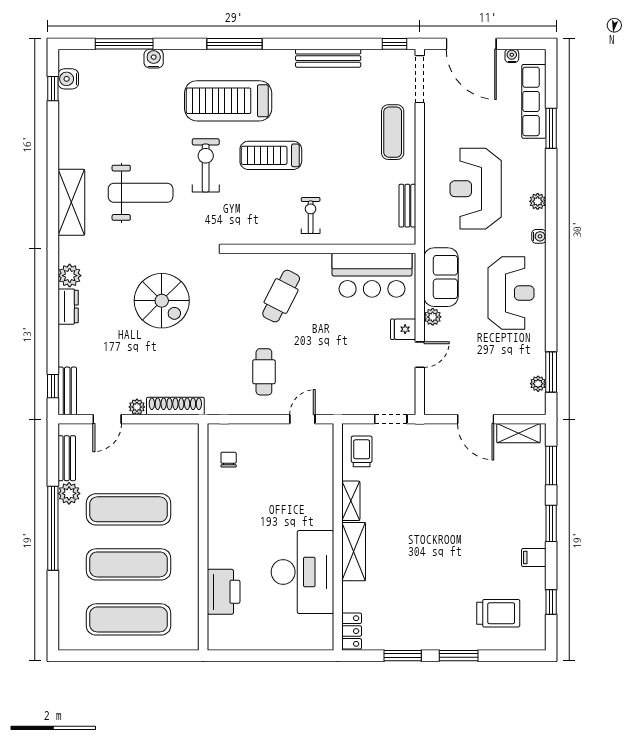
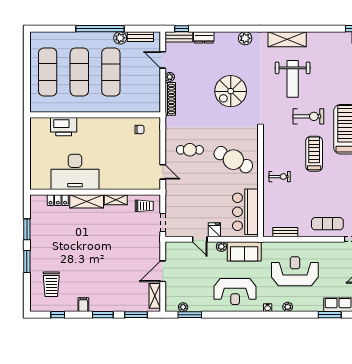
cafe table: (281, 296) -> (233, 160), width x1.37, depth x1.35
dresser: (68, 307) -> (204, 37), moved
locker: (352, 631) -> (58, 200), moved

